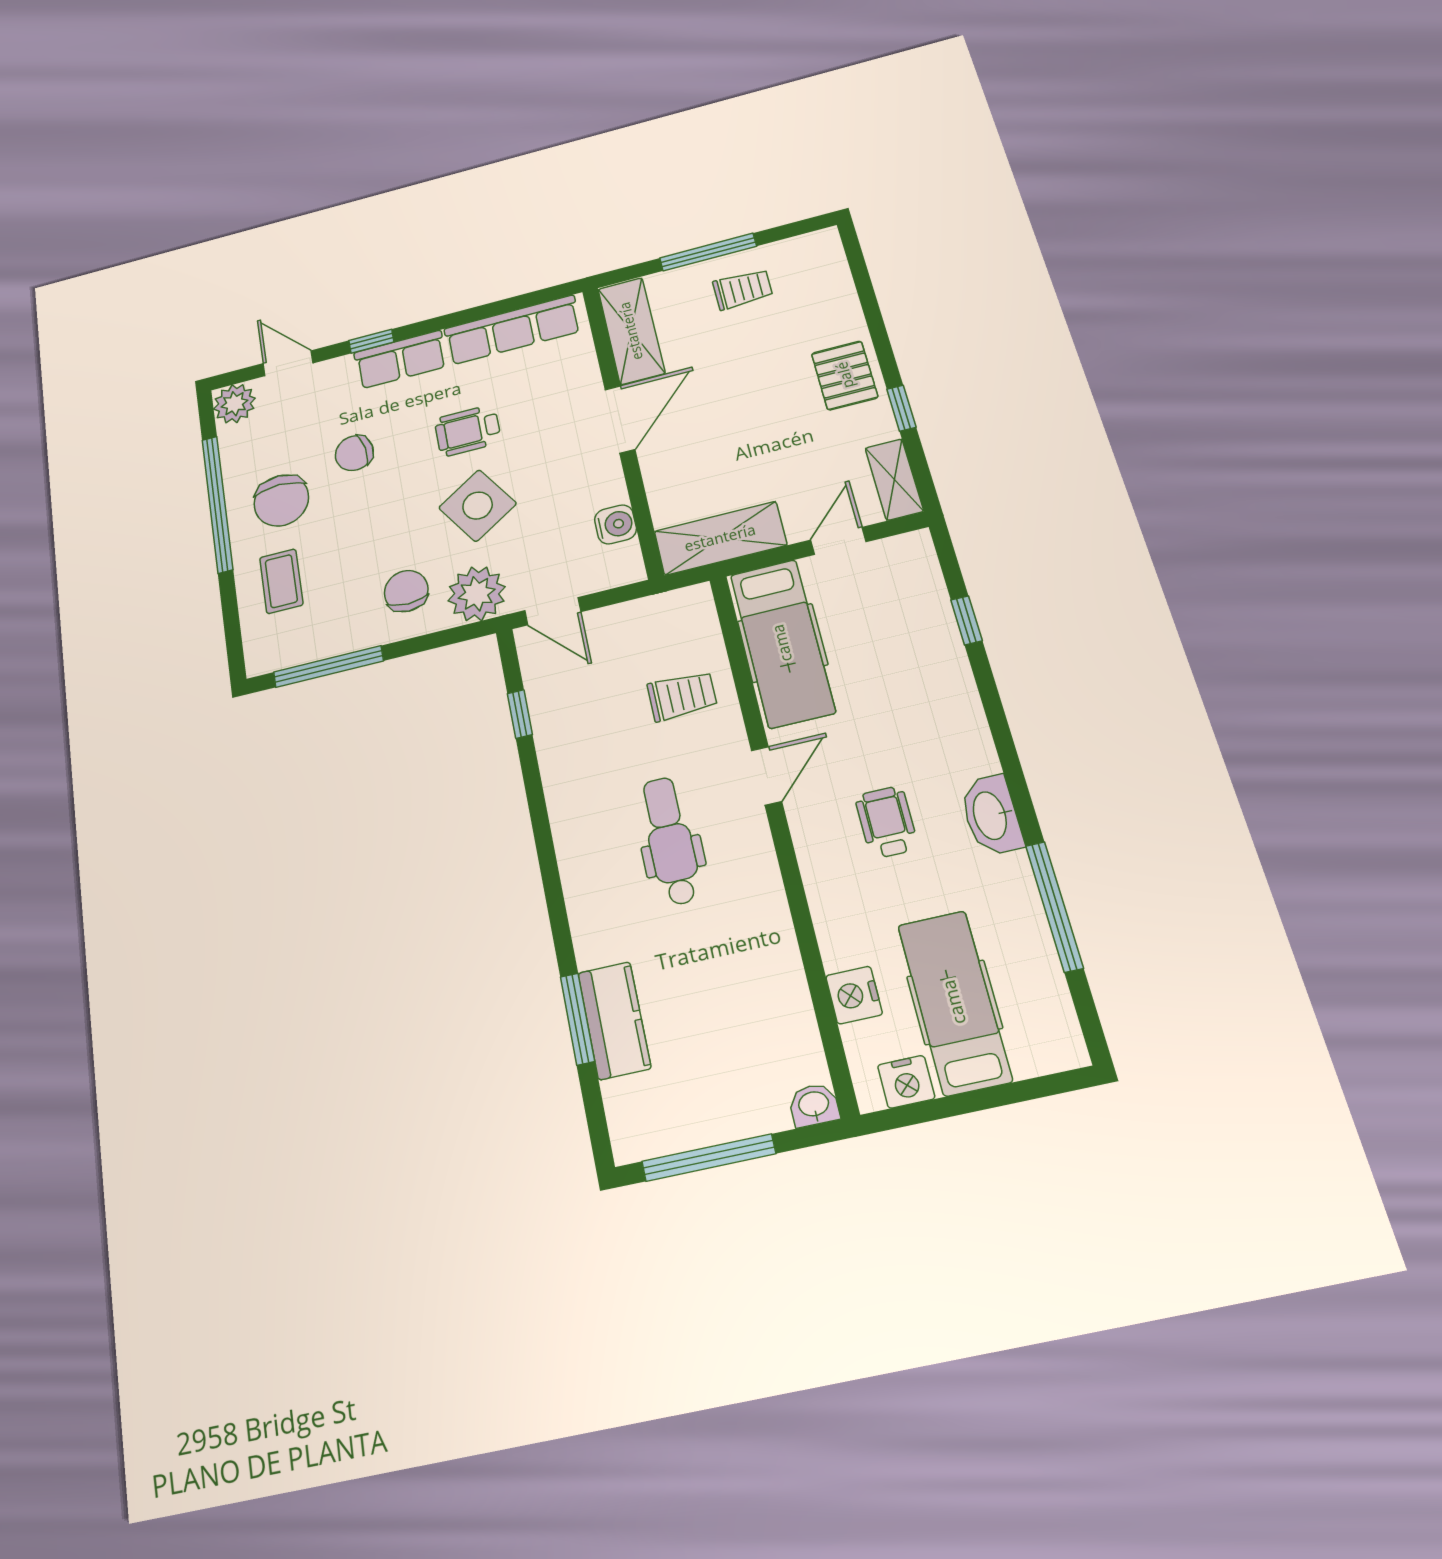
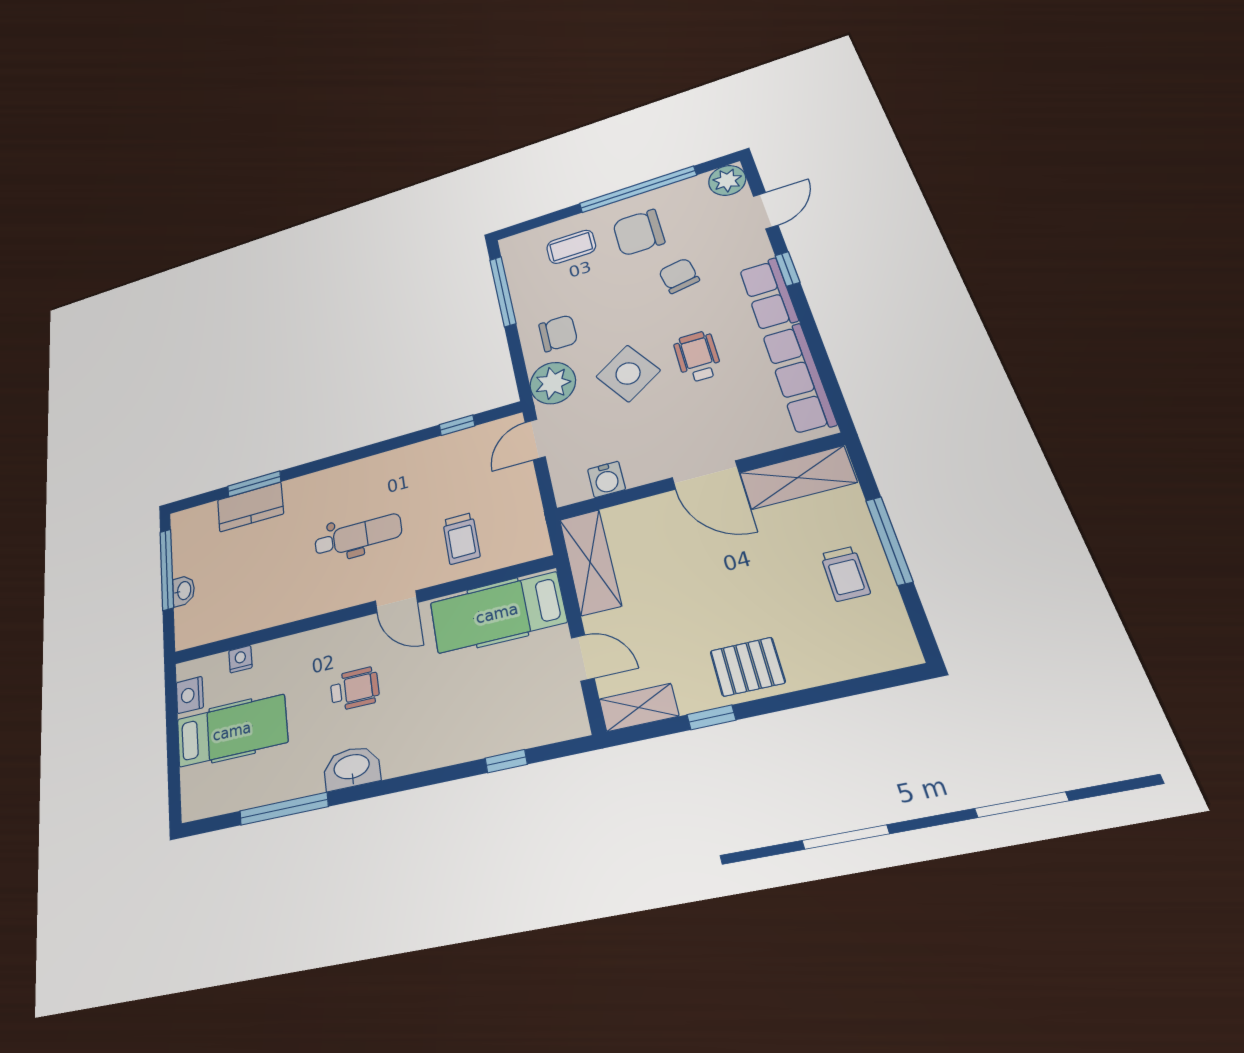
nightstand: (854, 995) -> (240, 659), width x0.72, depth x0.74
washbasin: (814, 1105) -> (184, 591), moved

